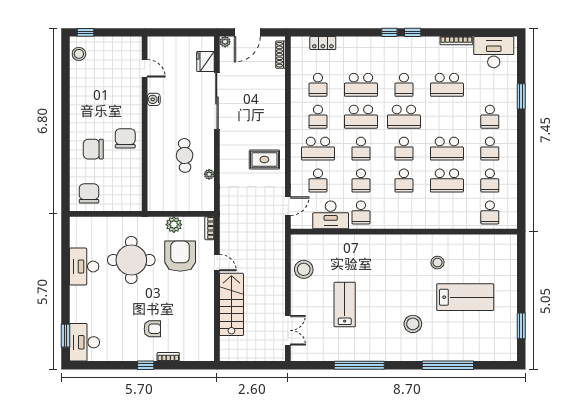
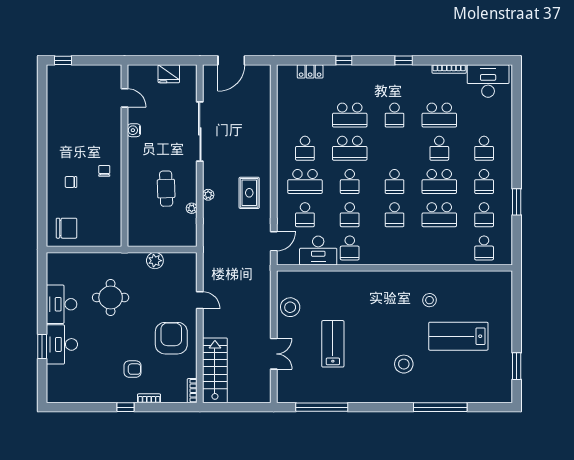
window: (389, 32) -> (344, 60), moved
plant: (225, 42) -> (208, 195), moved
stool: (79, 54) -> (56, 83), removed
shoe rack: (281, 55) -> (266, 84), removed
fridge: (206, 61) -> (169, 74), moved, turned -90
school desk: (318, 85) -> (305, 115), removed
window: (521, 96) -> (517, 202), moved
school desk: (404, 117) -> (439, 148), moved, width x0.54
chair: (125, 138) -> (104, 171), width x0.54, depth x0.54
chair: (93, 149) -> (71, 182), width x0.54, depth x0.54
rug: (264, 160) -> (249, 193), turned 90
chair: (89, 193) -> (67, 228), turned 90
bookcase: (210, 228) -> (192, 391), moved
armchair: (180, 256) -> (171, 338), moved
round table: (131, 260) -> (111, 297), width x0.73, depth x0.73
lab bench: (465, 297) -> (458, 336), turned 180
stairs: (231, 304) -> (215, 370), moved
double door: (288, 330) -> (274, 354), moved
window: (66, 336) -> (42, 346), moved
desk: (85, 342) -> (62, 344), moved
window: (359, 365) -> (322, 407), moved

